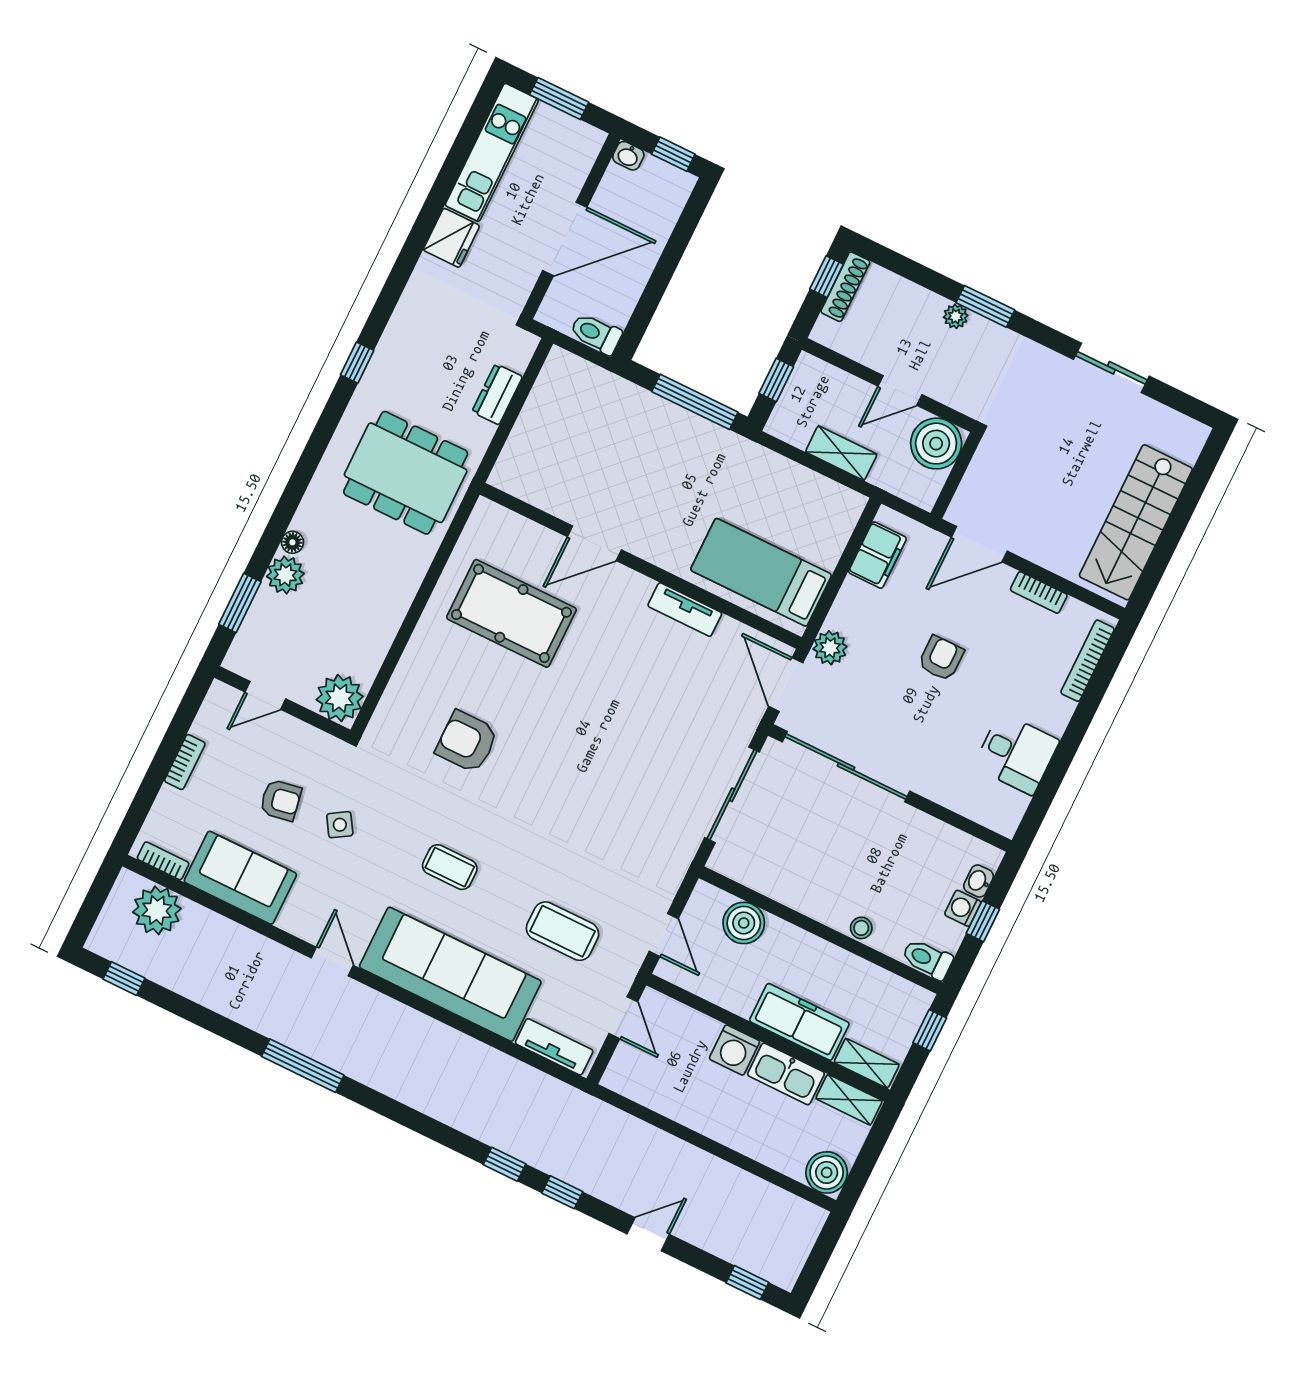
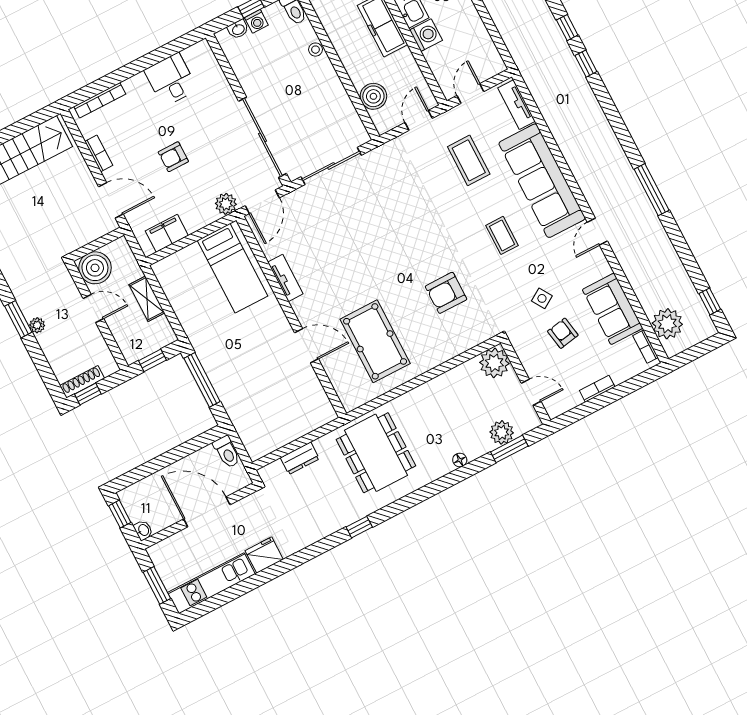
plant: (285, 575) -> (502, 432), moved
armchair: (467, 742) -> (446, 293), turned 90

